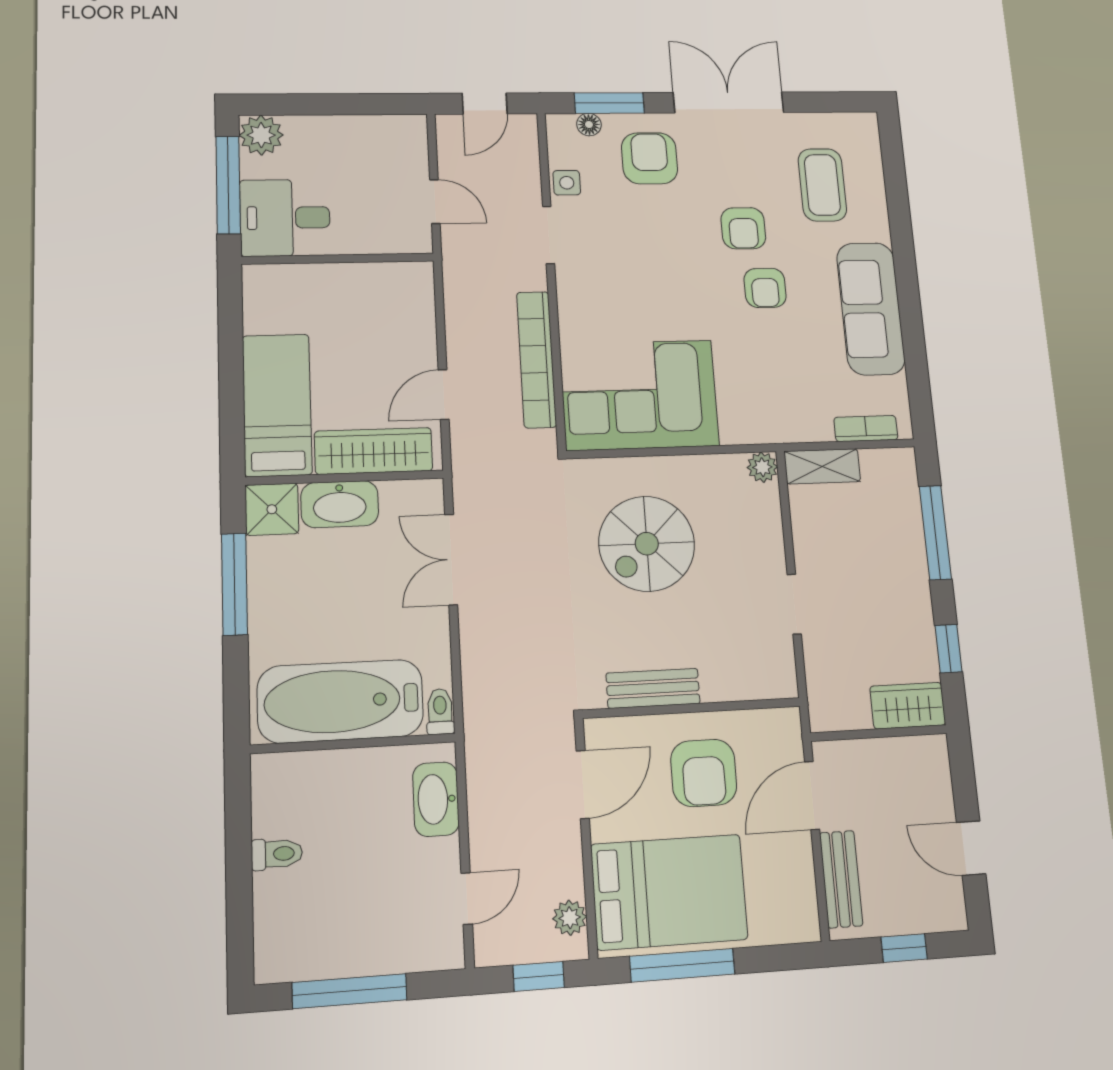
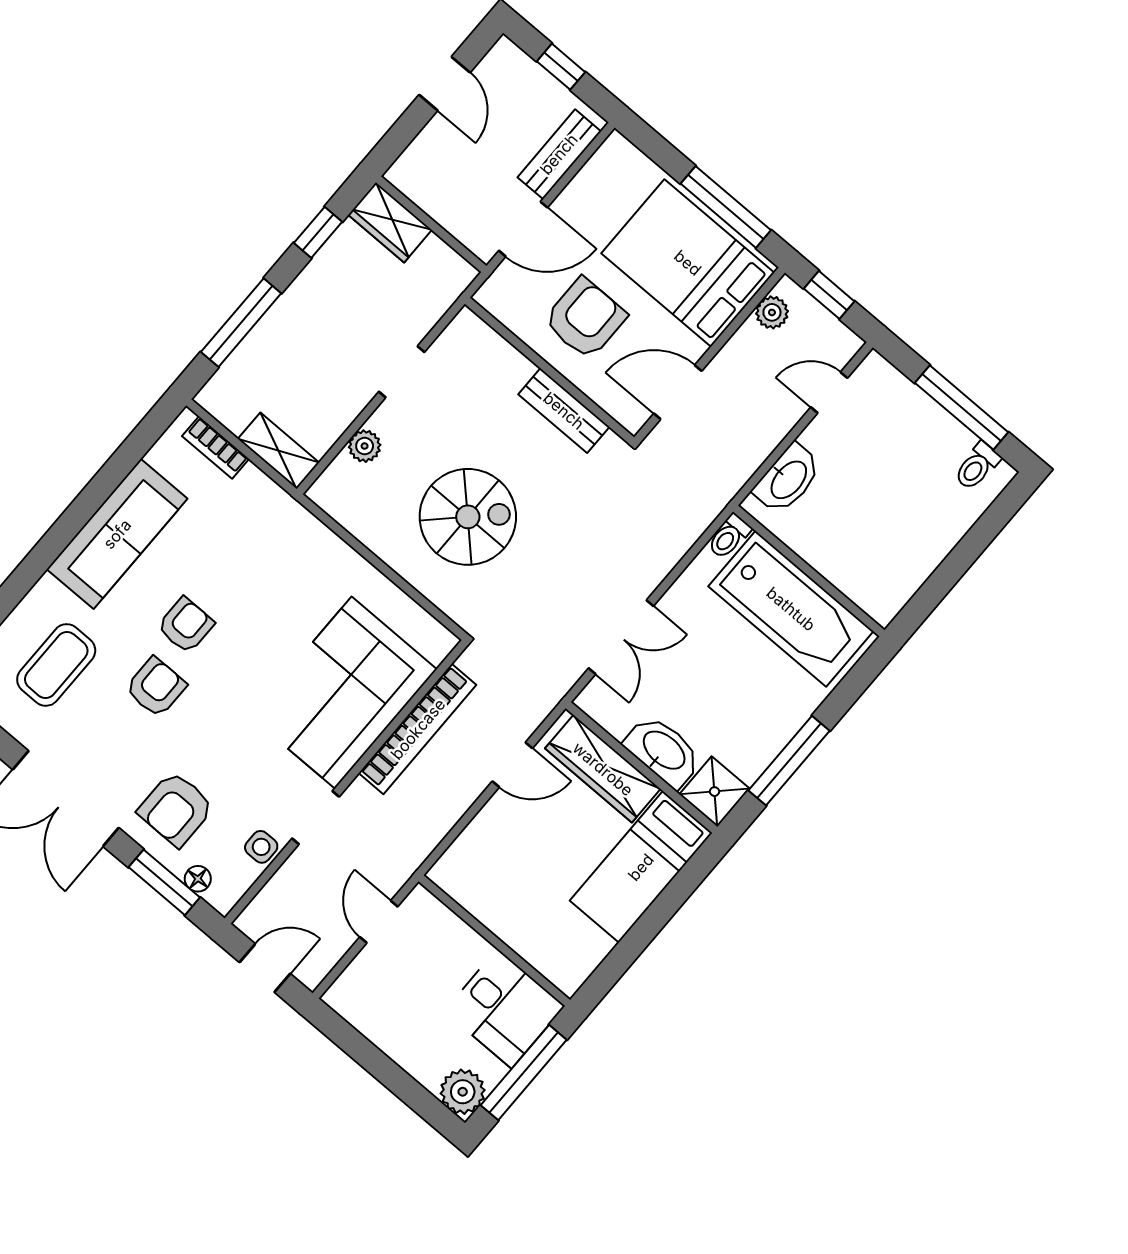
corner sofa: (639, 395) -> (343, 693), moved, turned 90
plant: (762, 467) -> (365, 446), moved
toilet: (277, 854) -> (977, 466), moved, turned -90

